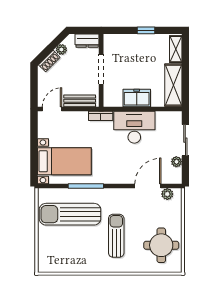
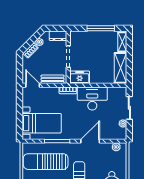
window: (146, 30) -> (101, 28), width x2.17
freezer: (137, 98) -> (80, 77), moved
door: (52, 109) -> (33, 85), hinge flipped
door: (148, 186) -> (90, 141), moved

